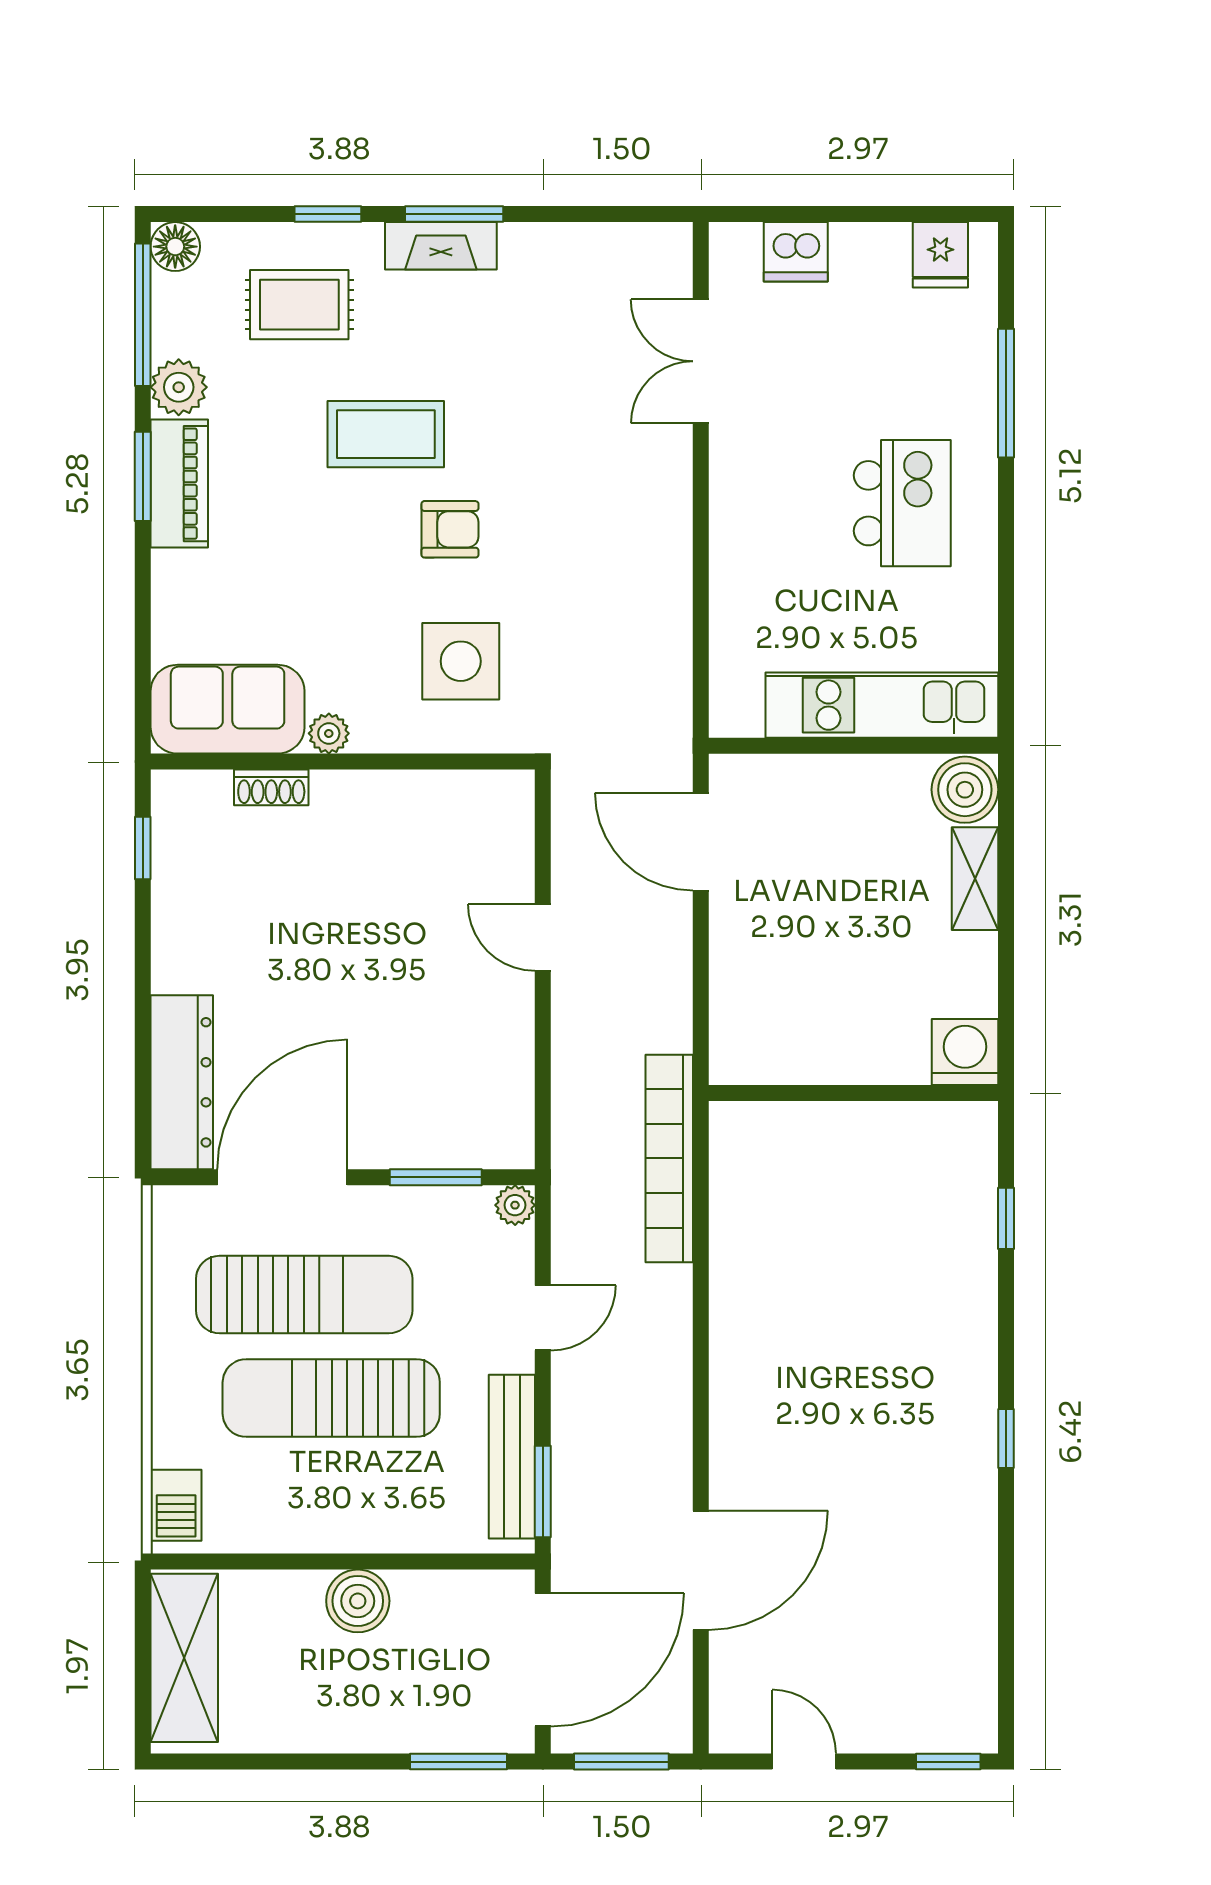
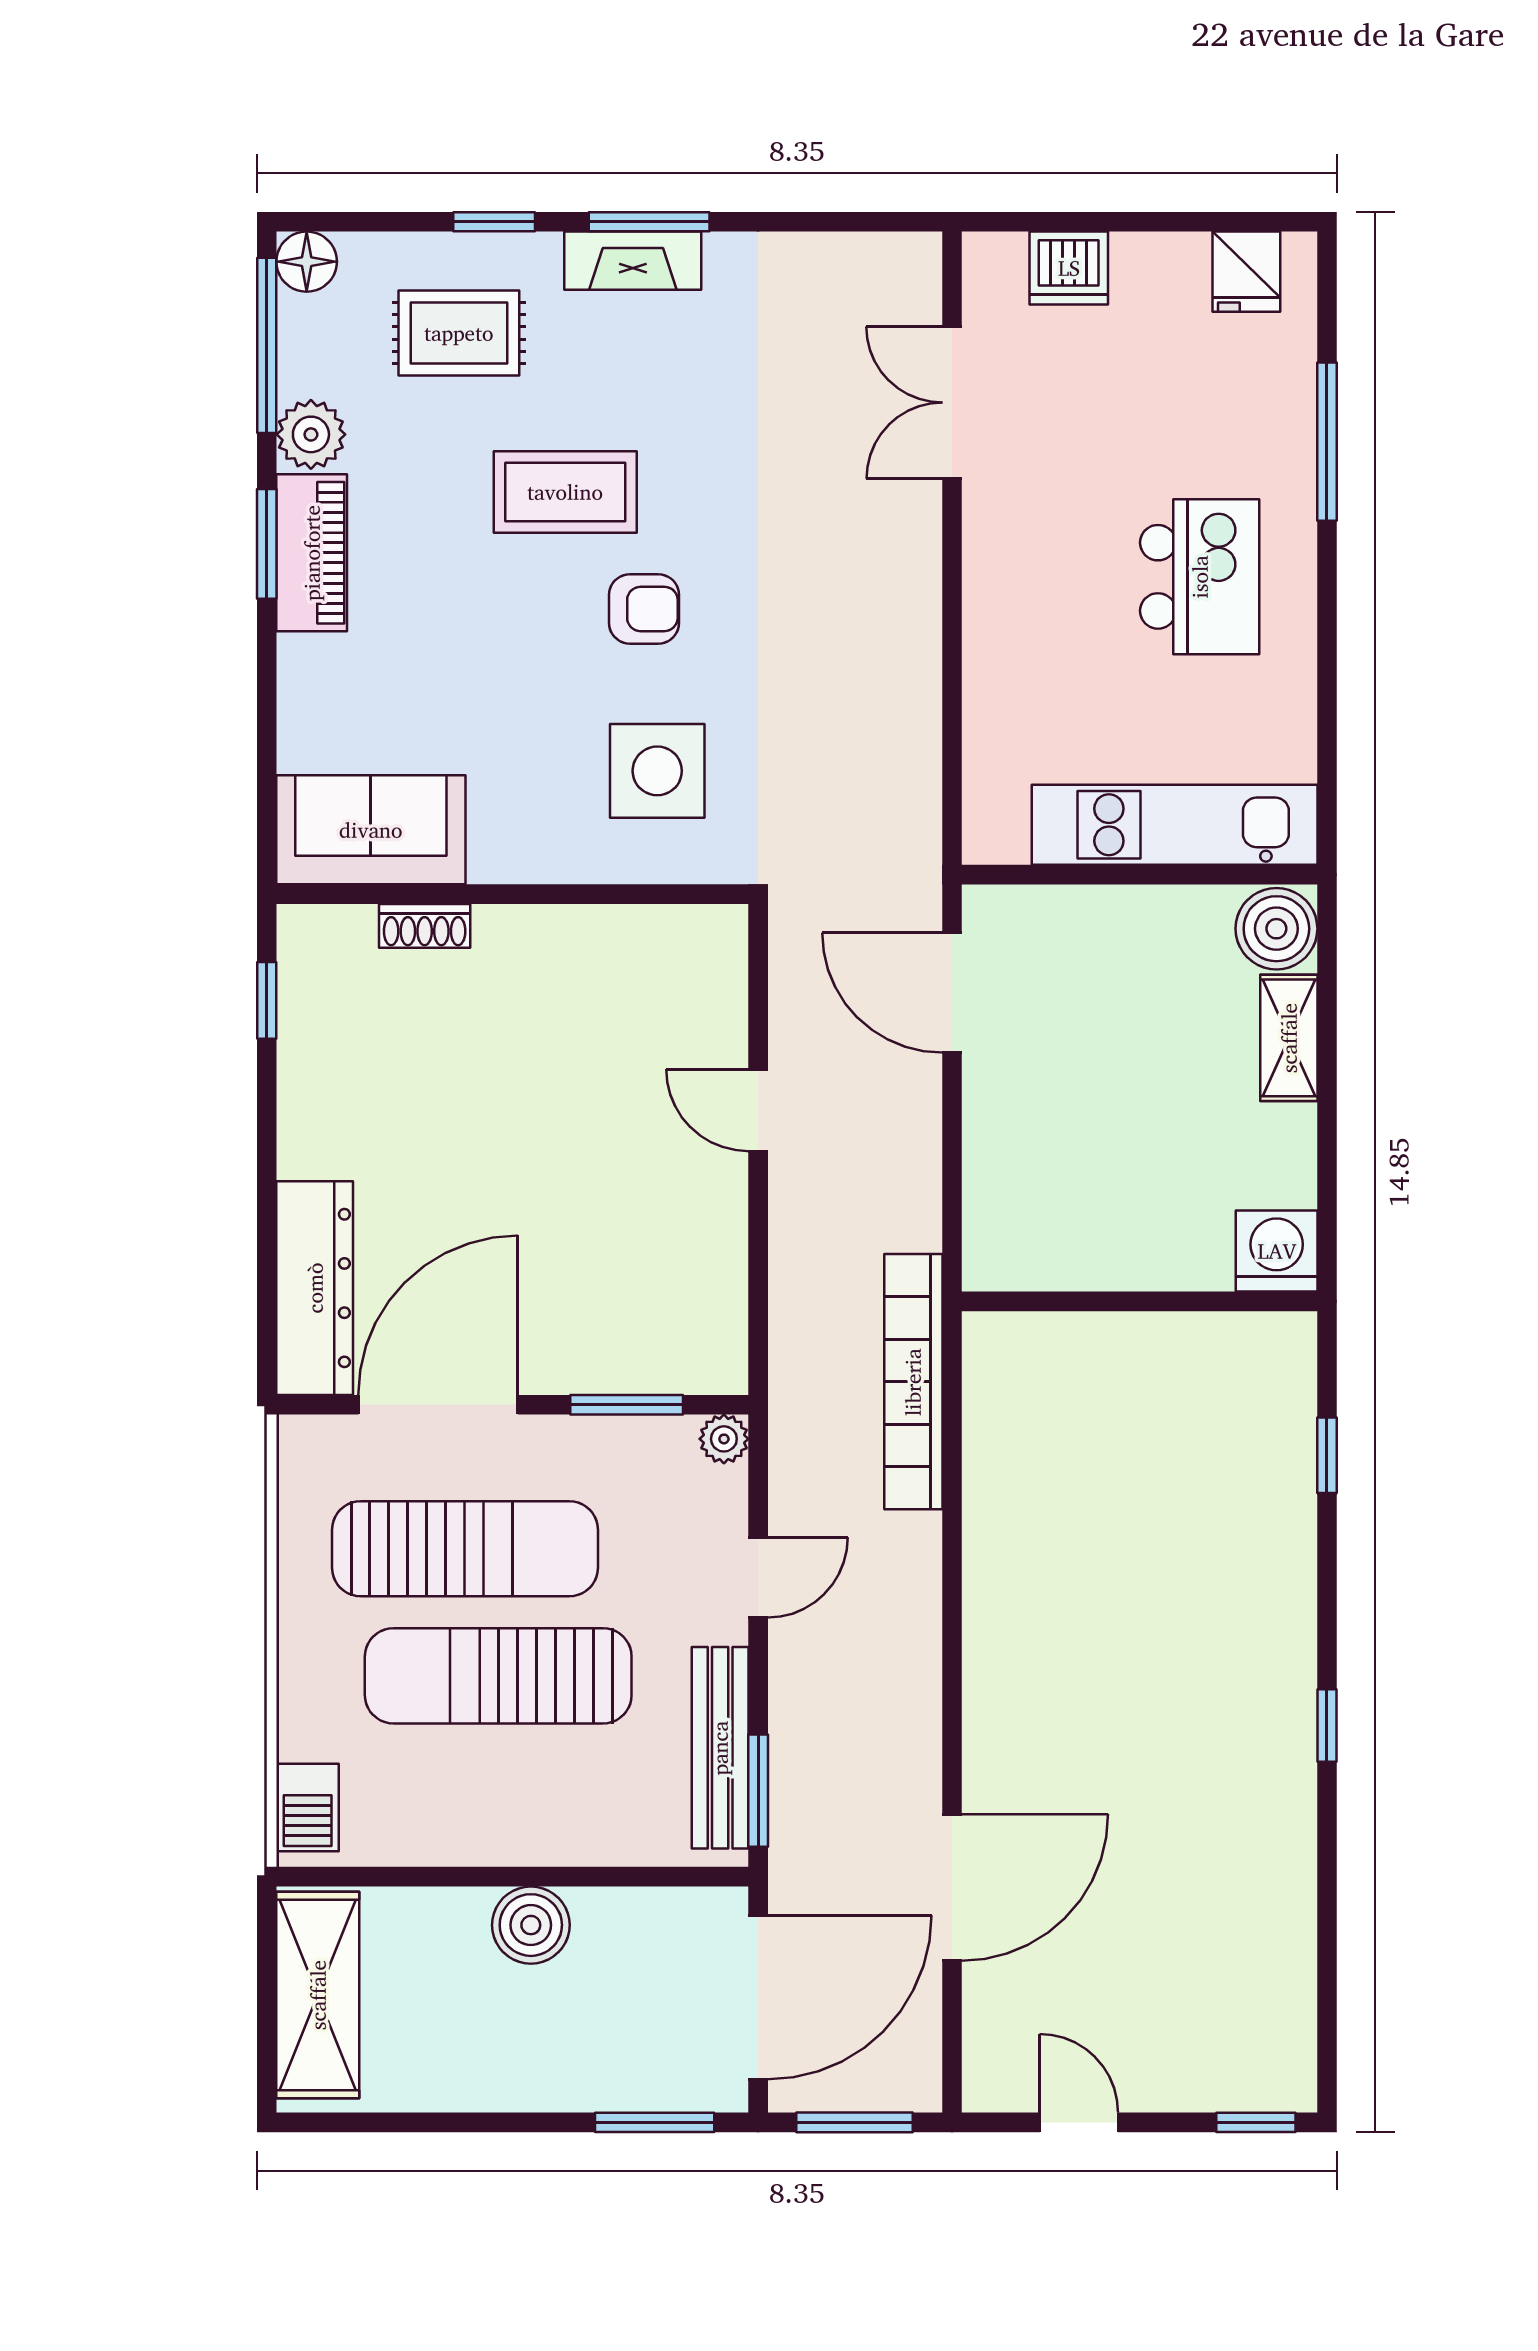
plant: (329, 733) -> (495, 860), removed

